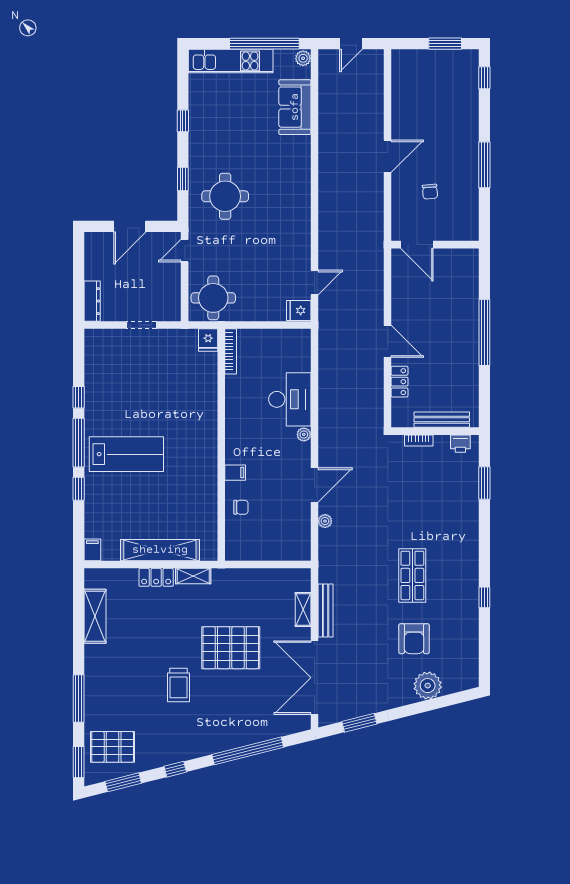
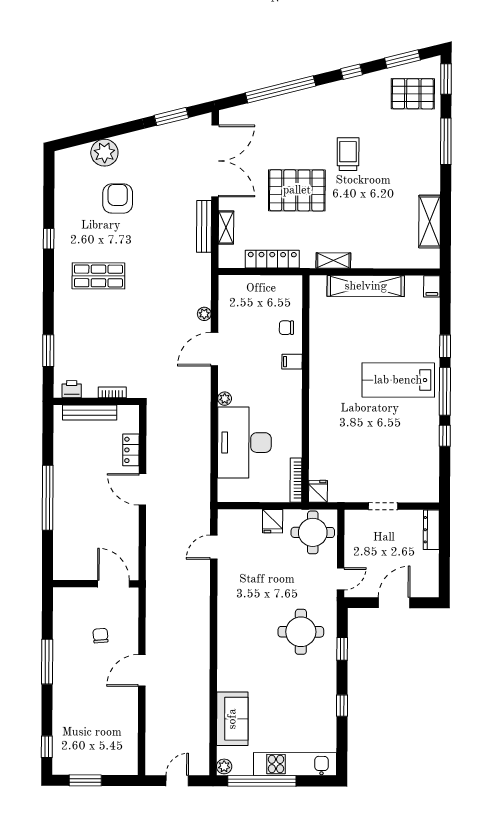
fridge: (299, 311) -> (273, 521), moved, turned 90
desk: (290, 399) -> (244, 443), width x1.36, depth x1.30
shop shelf: (412, 575) -> (98, 276), moved, turned 90
locker: (156, 577) -> (272, 259), moved, width x1.53

